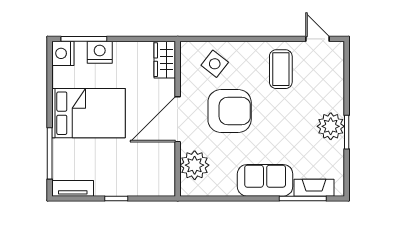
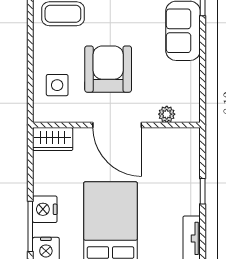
side table: (215, 64) -> (57, 85), turned -38
plant: (195, 165) -> (167, 114), width x0.53, depth x0.53

